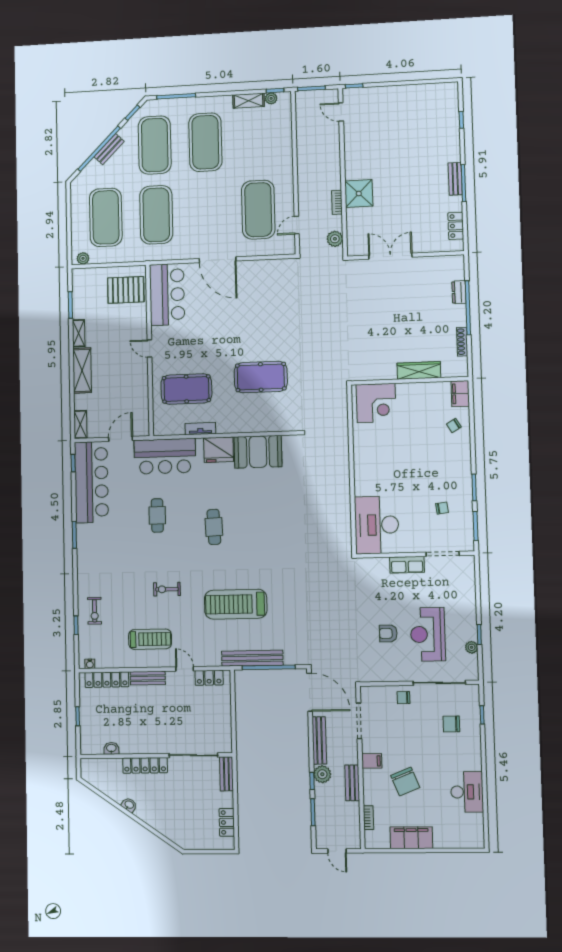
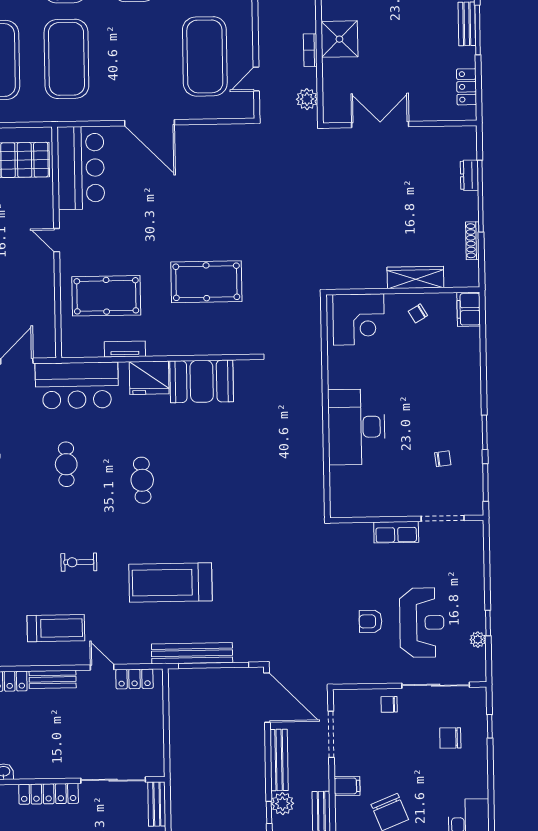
chair: (454, 426) -> (418, 313), moved
desk: (377, 525) -> (356, 427), moved
reception desk: (428, 634) -> (422, 623), turned 180

